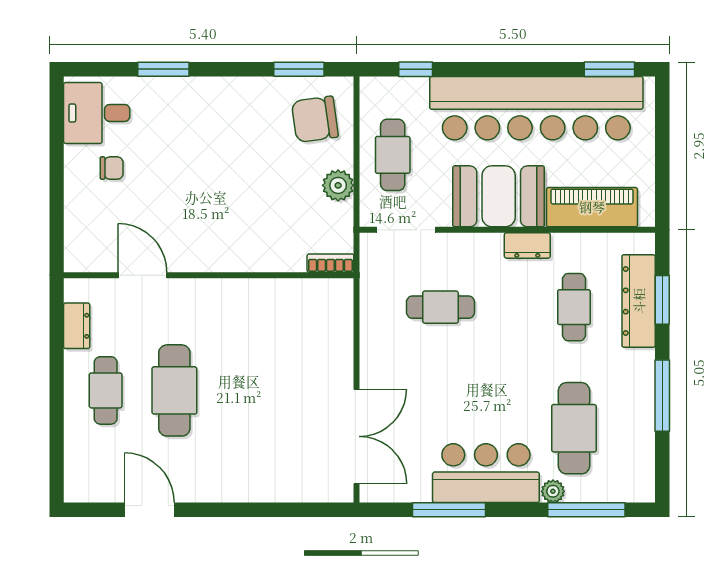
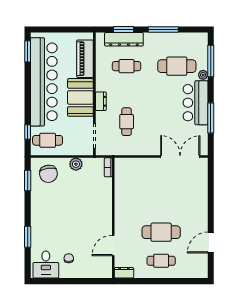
cafe table: (393, 155) -> (48, 140), moved
dresser: (527, 245) -> (101, 101), moved
dresser: (77, 326) -> (124, 273), moved

